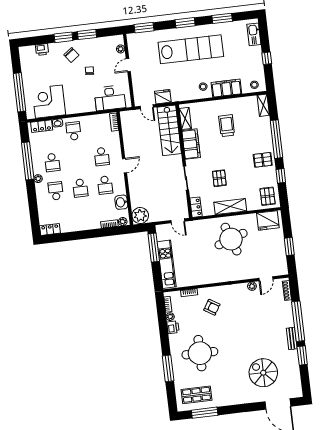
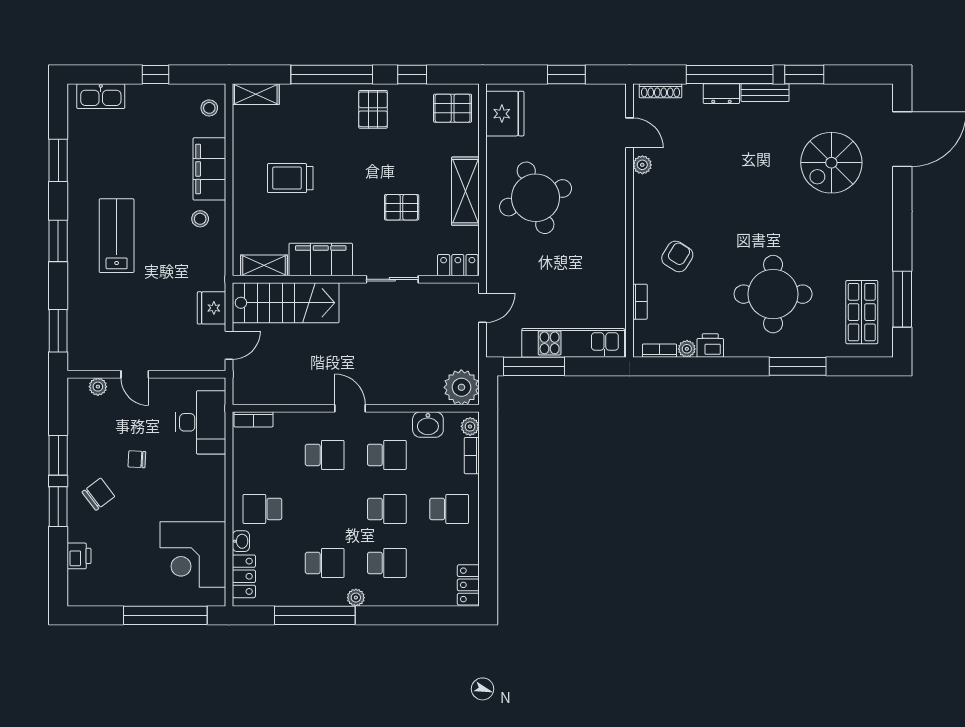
lab bench: (191, 49) -> (117, 236), width x0.54, depth x0.72
school desk: (56, 191) -> (387, 563), turned 180
school desk: (84, 216) -> (449, 509), added
dresser: (289, 319) -> (721, 94), added

